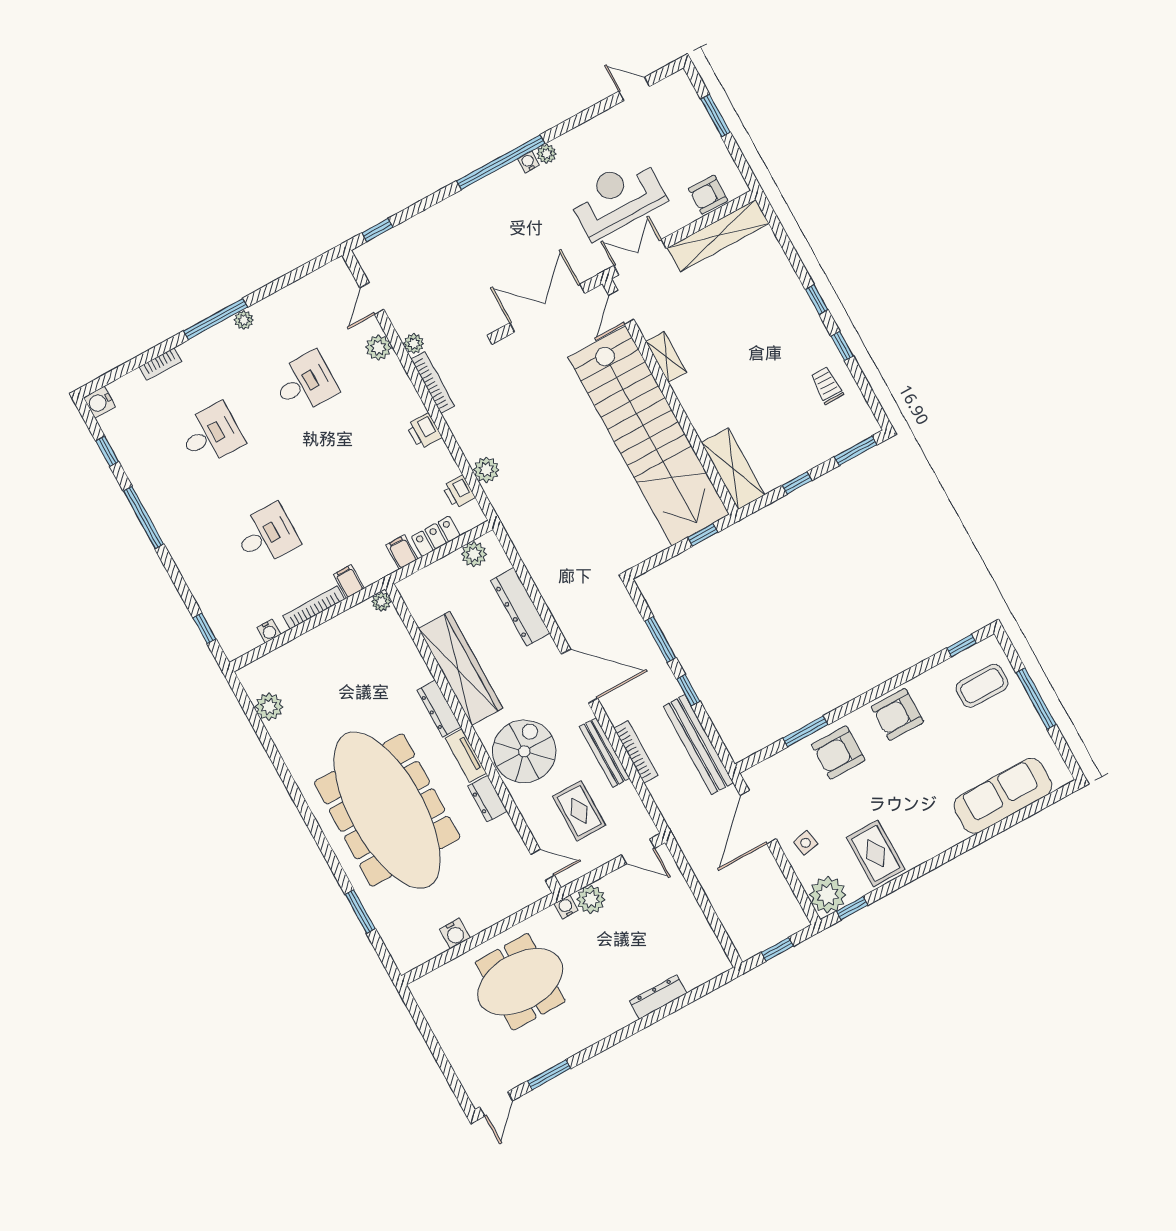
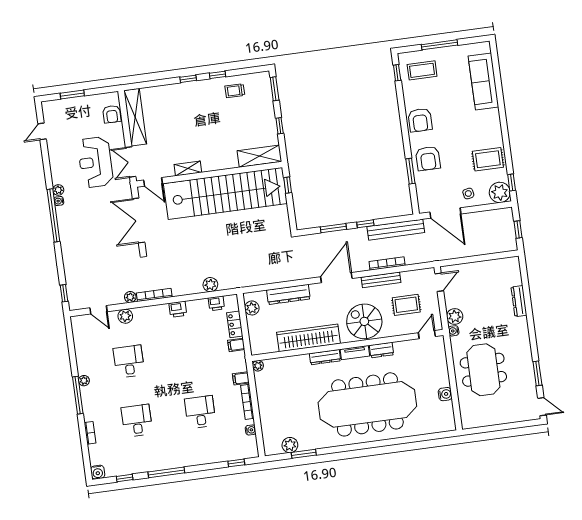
coffee table: (982, 686) -> (422, 70), turned 90
window: (360, 911) -> (304, 454), moved

